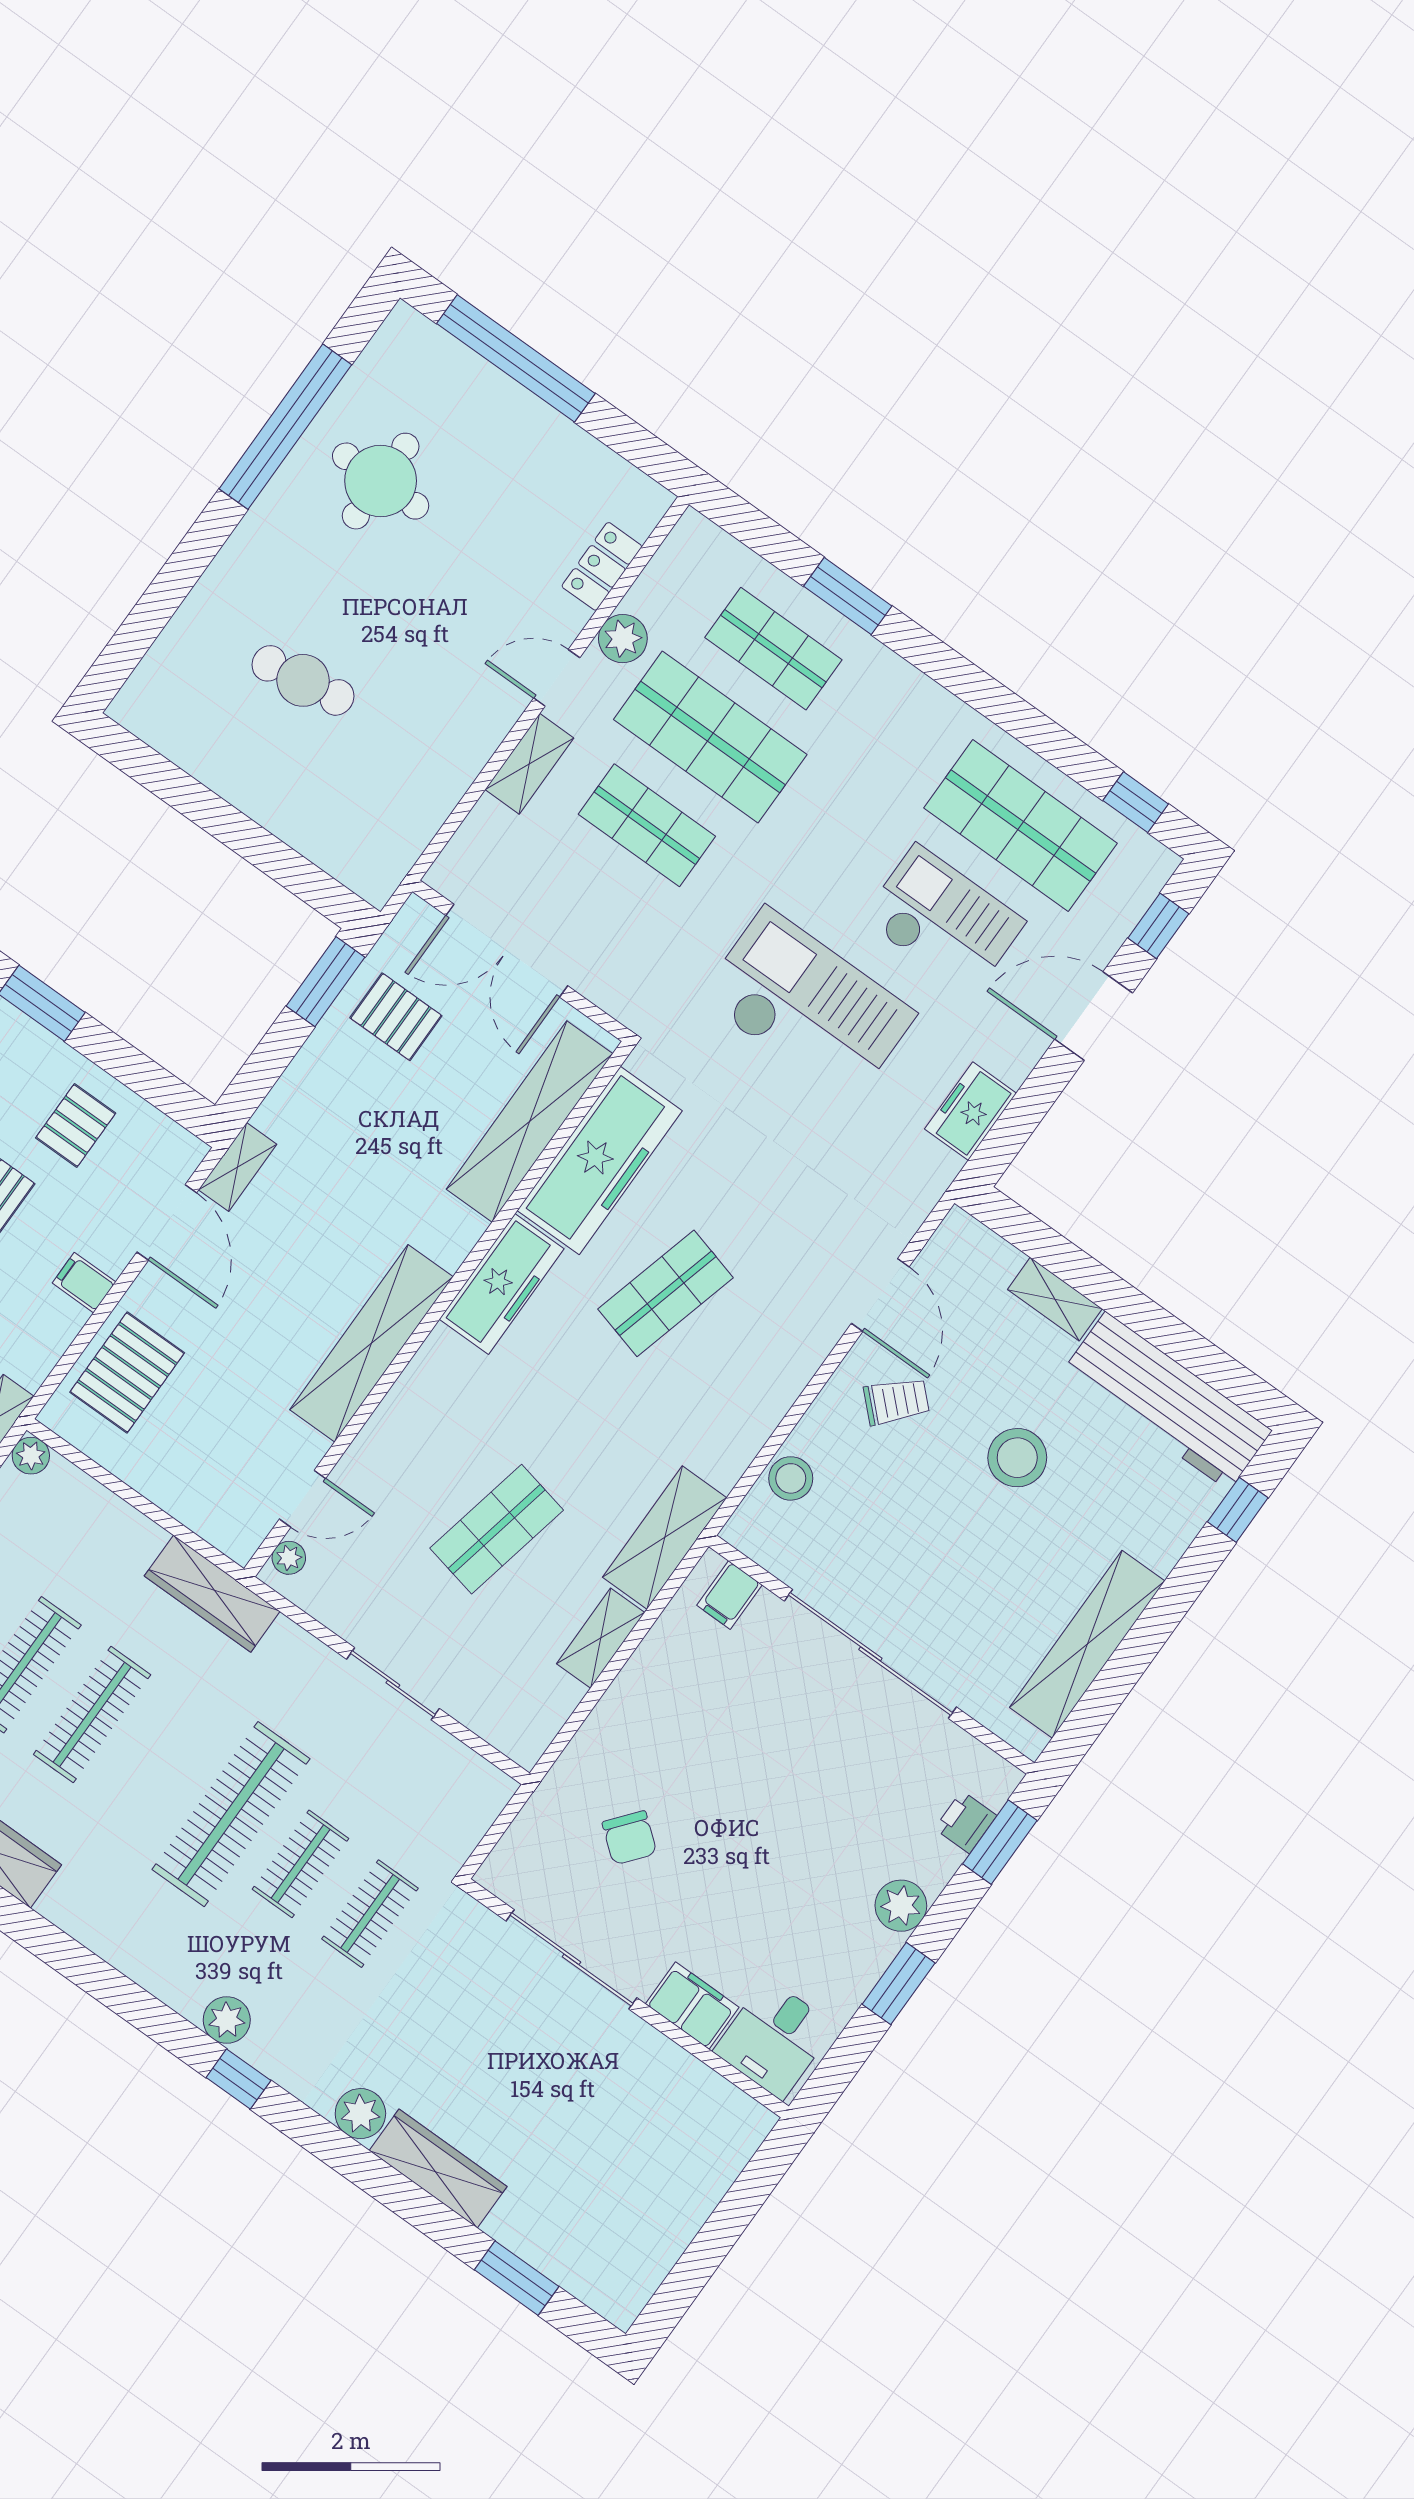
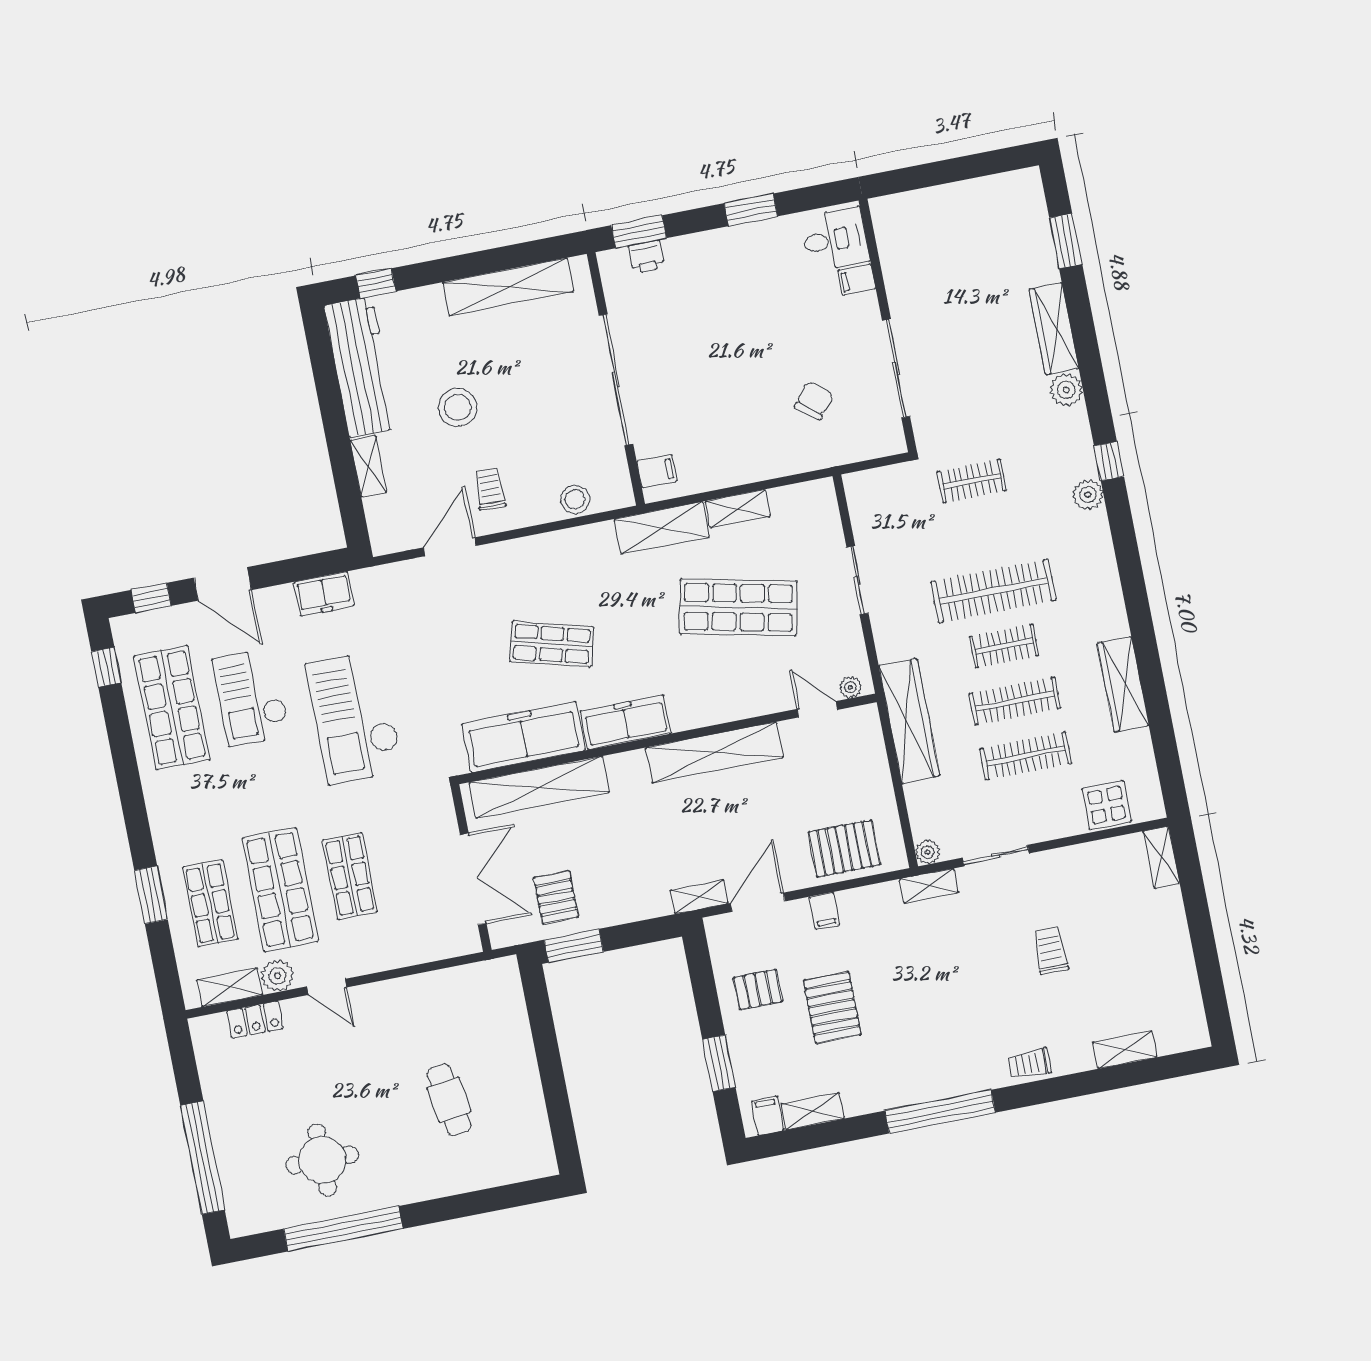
shelving: (529, 764) -> (230, 987), moved
trolley: (896, 1401) -> (490, 489), turned 48
shop shelf: (497, 1529) -> (738, 607), width x1.43, depth x1.36
wardrobe: (212, 1594) -> (909, 721), width x1.40, depth x1.17
clothes rail: (301, 1864) -> (1004, 646), moved
plant: (901, 1906) -> (715, 246), removed
filing cabinet: (692, 2006) -> (857, 280), width x0.50

